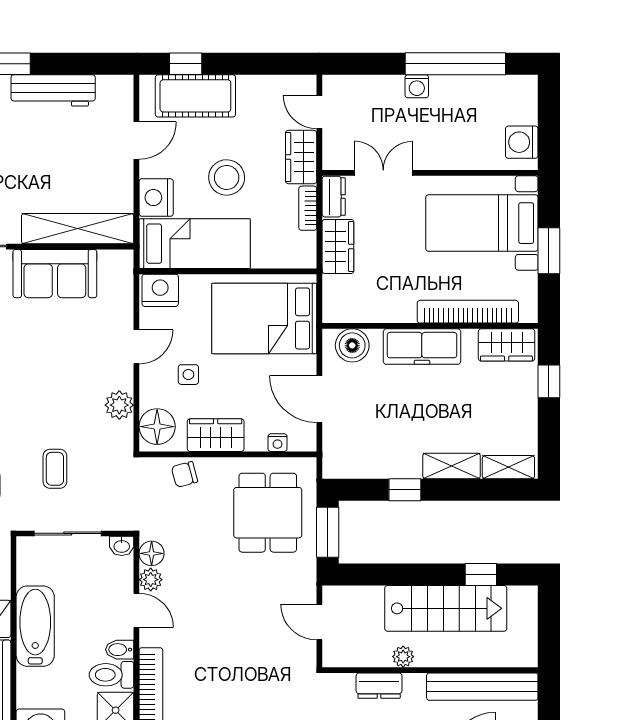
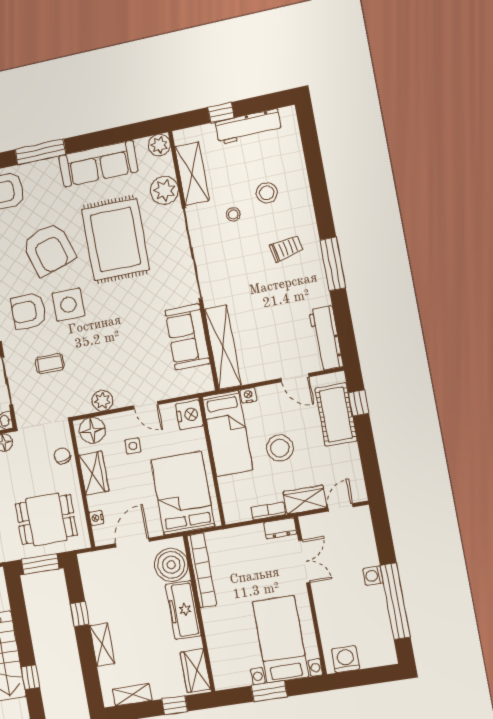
workbench: (53, 90) -> (326, 338), moved
nightstand: (156, 198) -> (248, 395), width x0.53, depth x0.56
wardrobe: (338, 247) -> (244, 537), removed
bookcase: (468, 312) -> (202, 570), moved
boiler: (352, 345) -> (171, 565), width x1.37, depth x1.37
shelving: (508, 467) -> (132, 695), moved, turned 90

